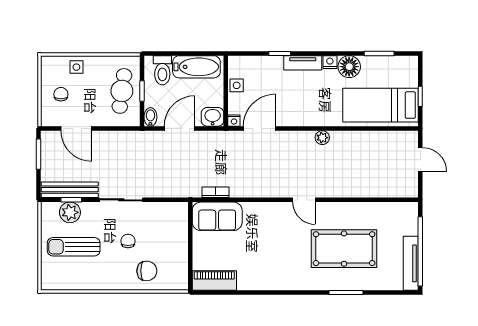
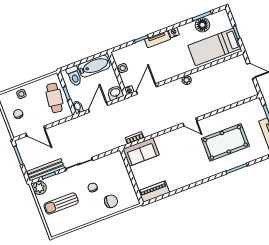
floor lamp: (349, 67) -> (202, 25), moved
plant: (70, 212) -> (39, 188), moved

